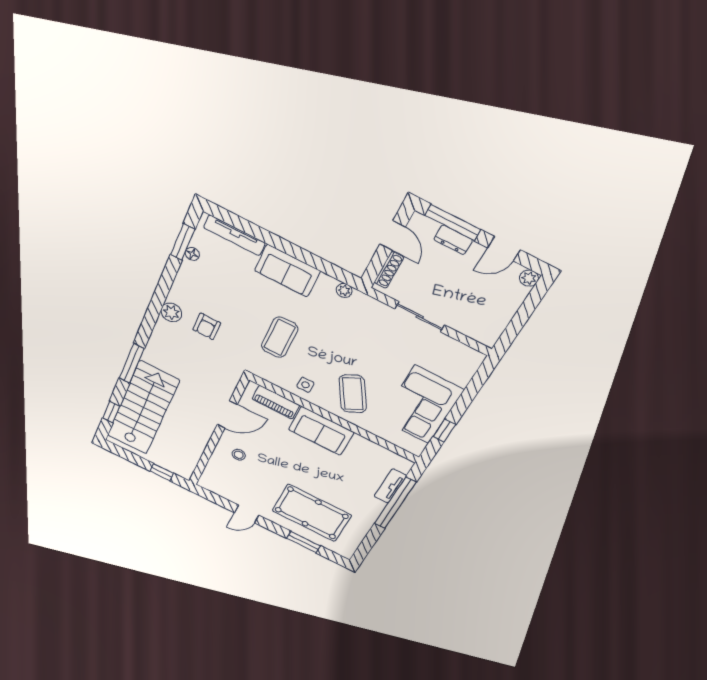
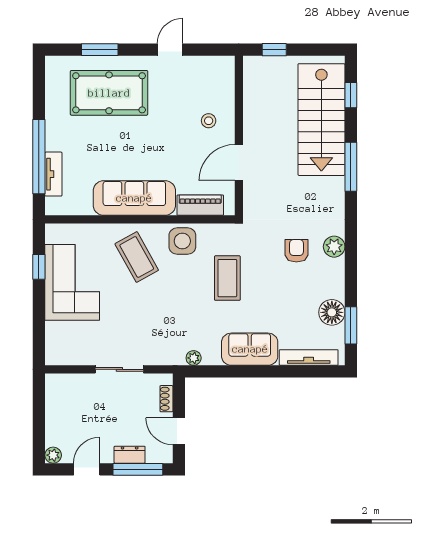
floor lamp: (192, 254) -> (332, 312), width x1.89, depth x1.89
shoe rack: (389, 270) -> (166, 399), width x0.70
side table: (305, 385) -> (182, 241), width x1.87, depth x1.87
sofa: (321, 431) -> (134, 198), width x1.36

